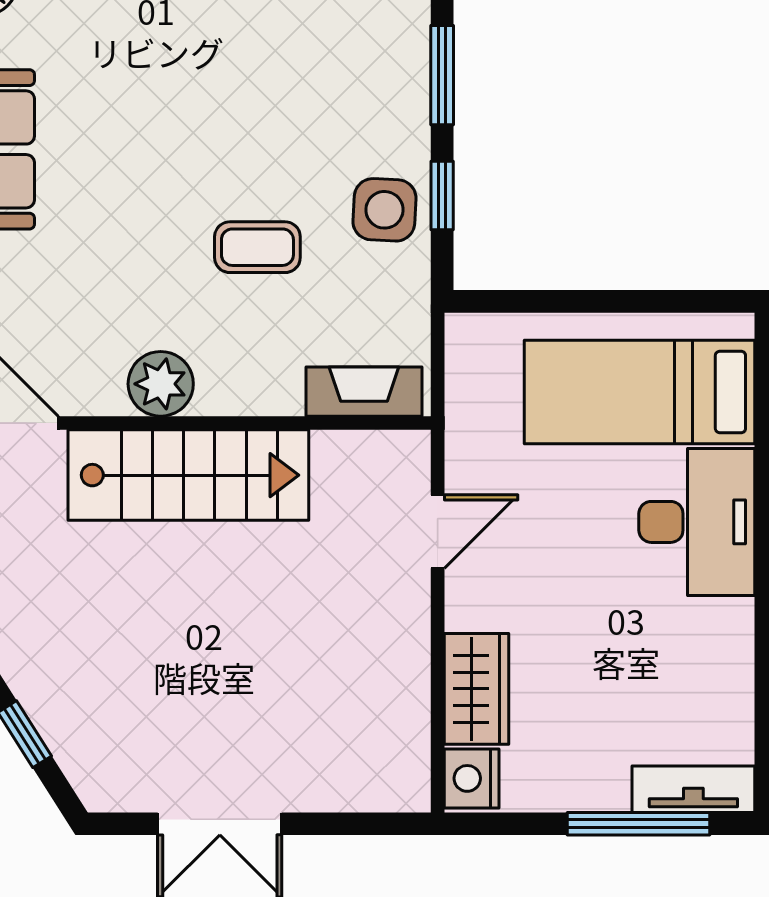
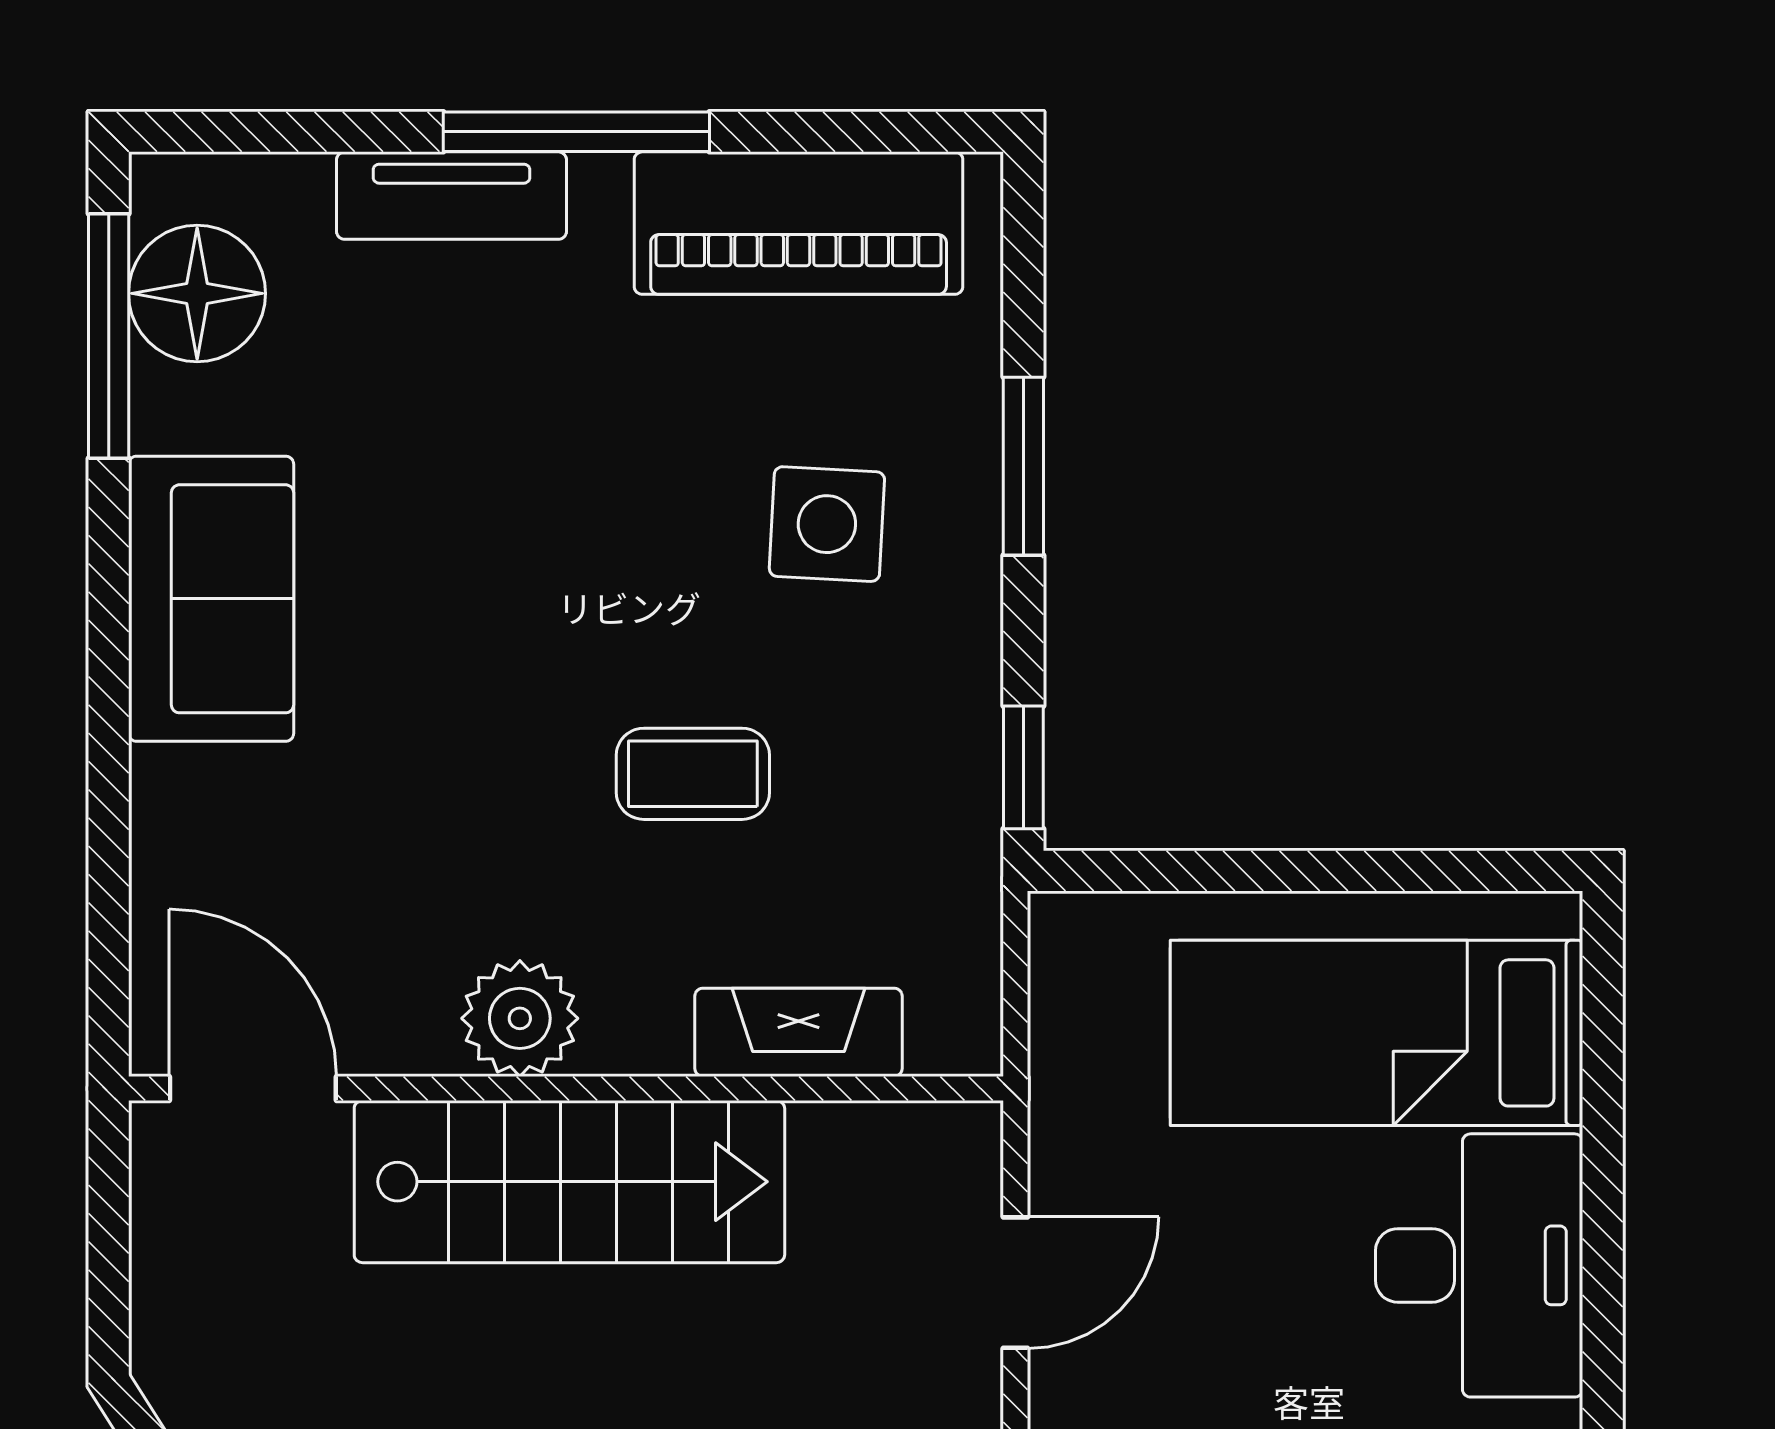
window: (442, 195) -> (1023, 767), moved
side table: (384, 210) -> (827, 524), moved
fireplace: (364, 392) -> (799, 1032), moved

